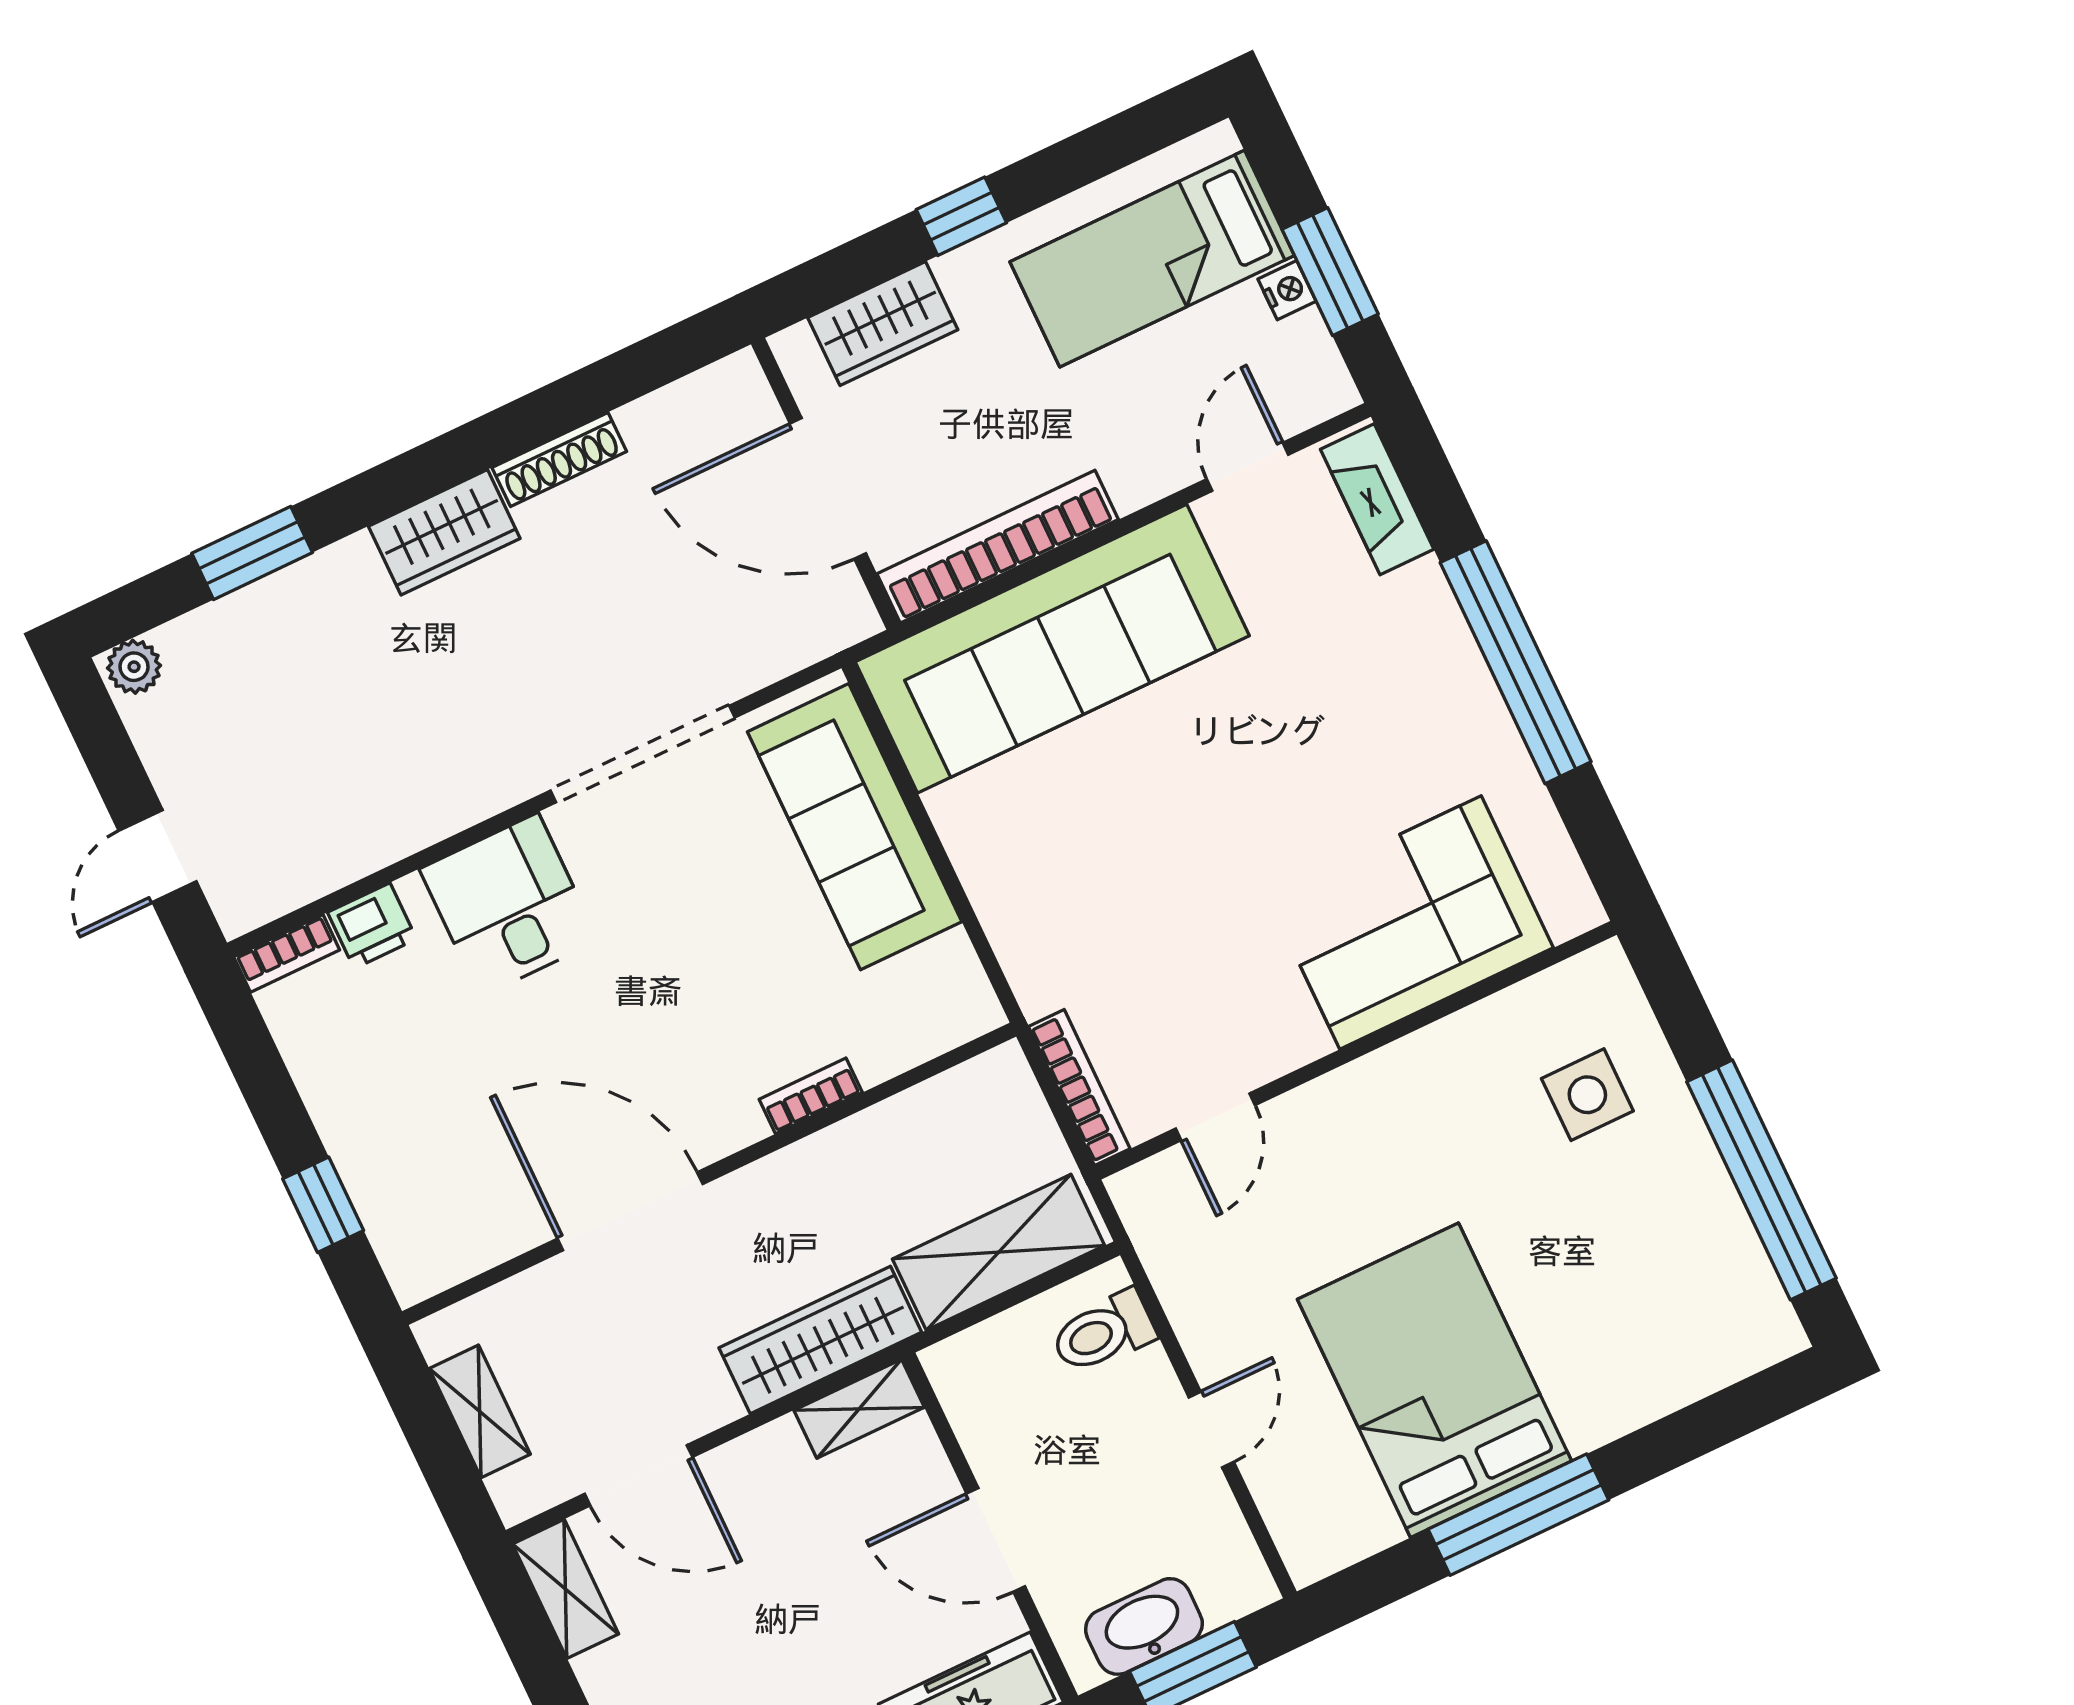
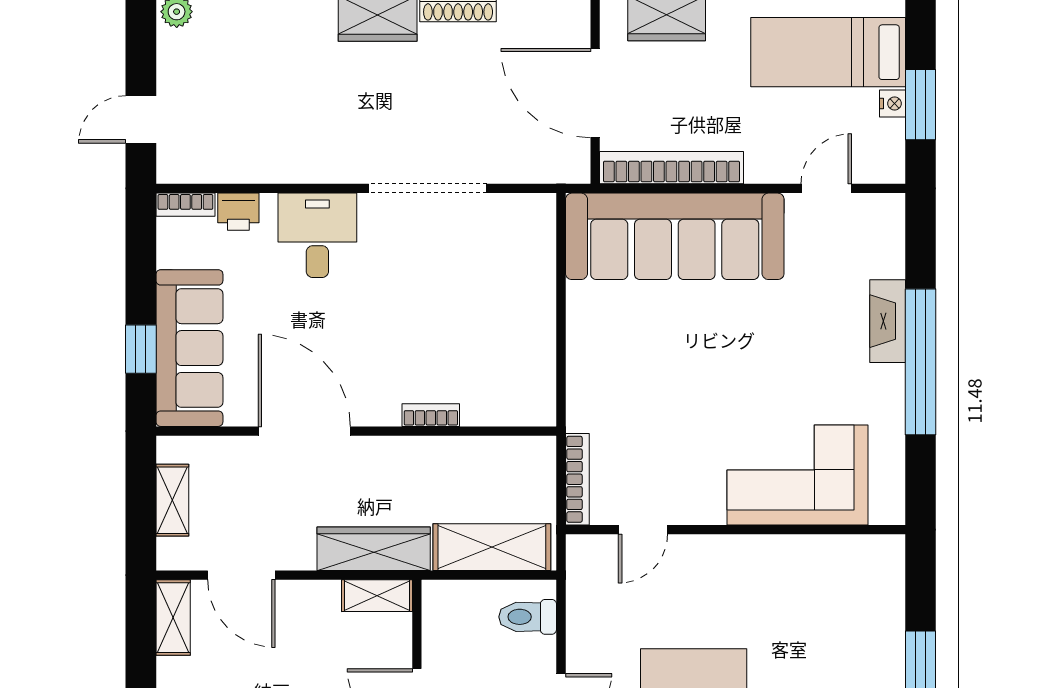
fireplace: (1377, 499) -> (888, 321), moved
sofa: (855, 827) -> (189, 348), moved, turned 180
side table: (1587, 1095) -> (849, 613), removed

